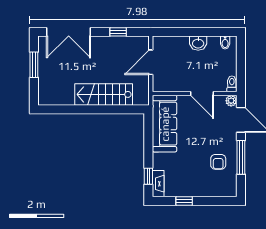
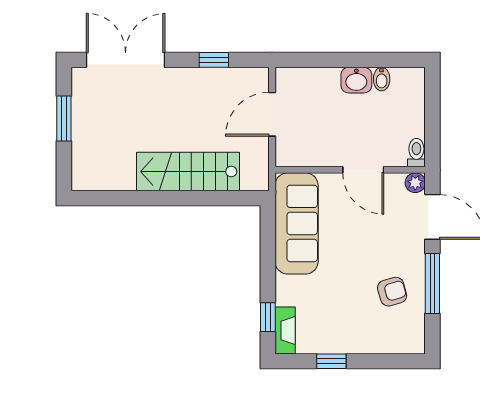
double door: (69, 32) -> (126, 60), swing flipped
bidet: (225, 43) -> (382, 79), moved
armchair: (218, 162) -> (392, 292), turned -106

